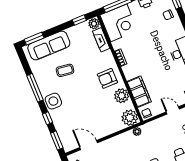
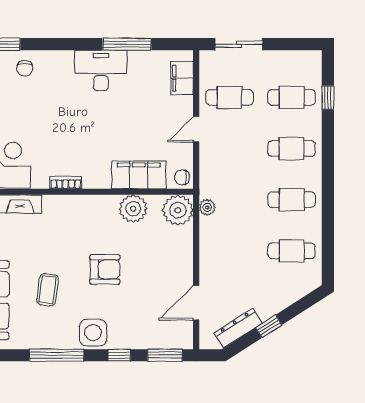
armchair: (107, 78) -> (105, 269), moved, turned -90

